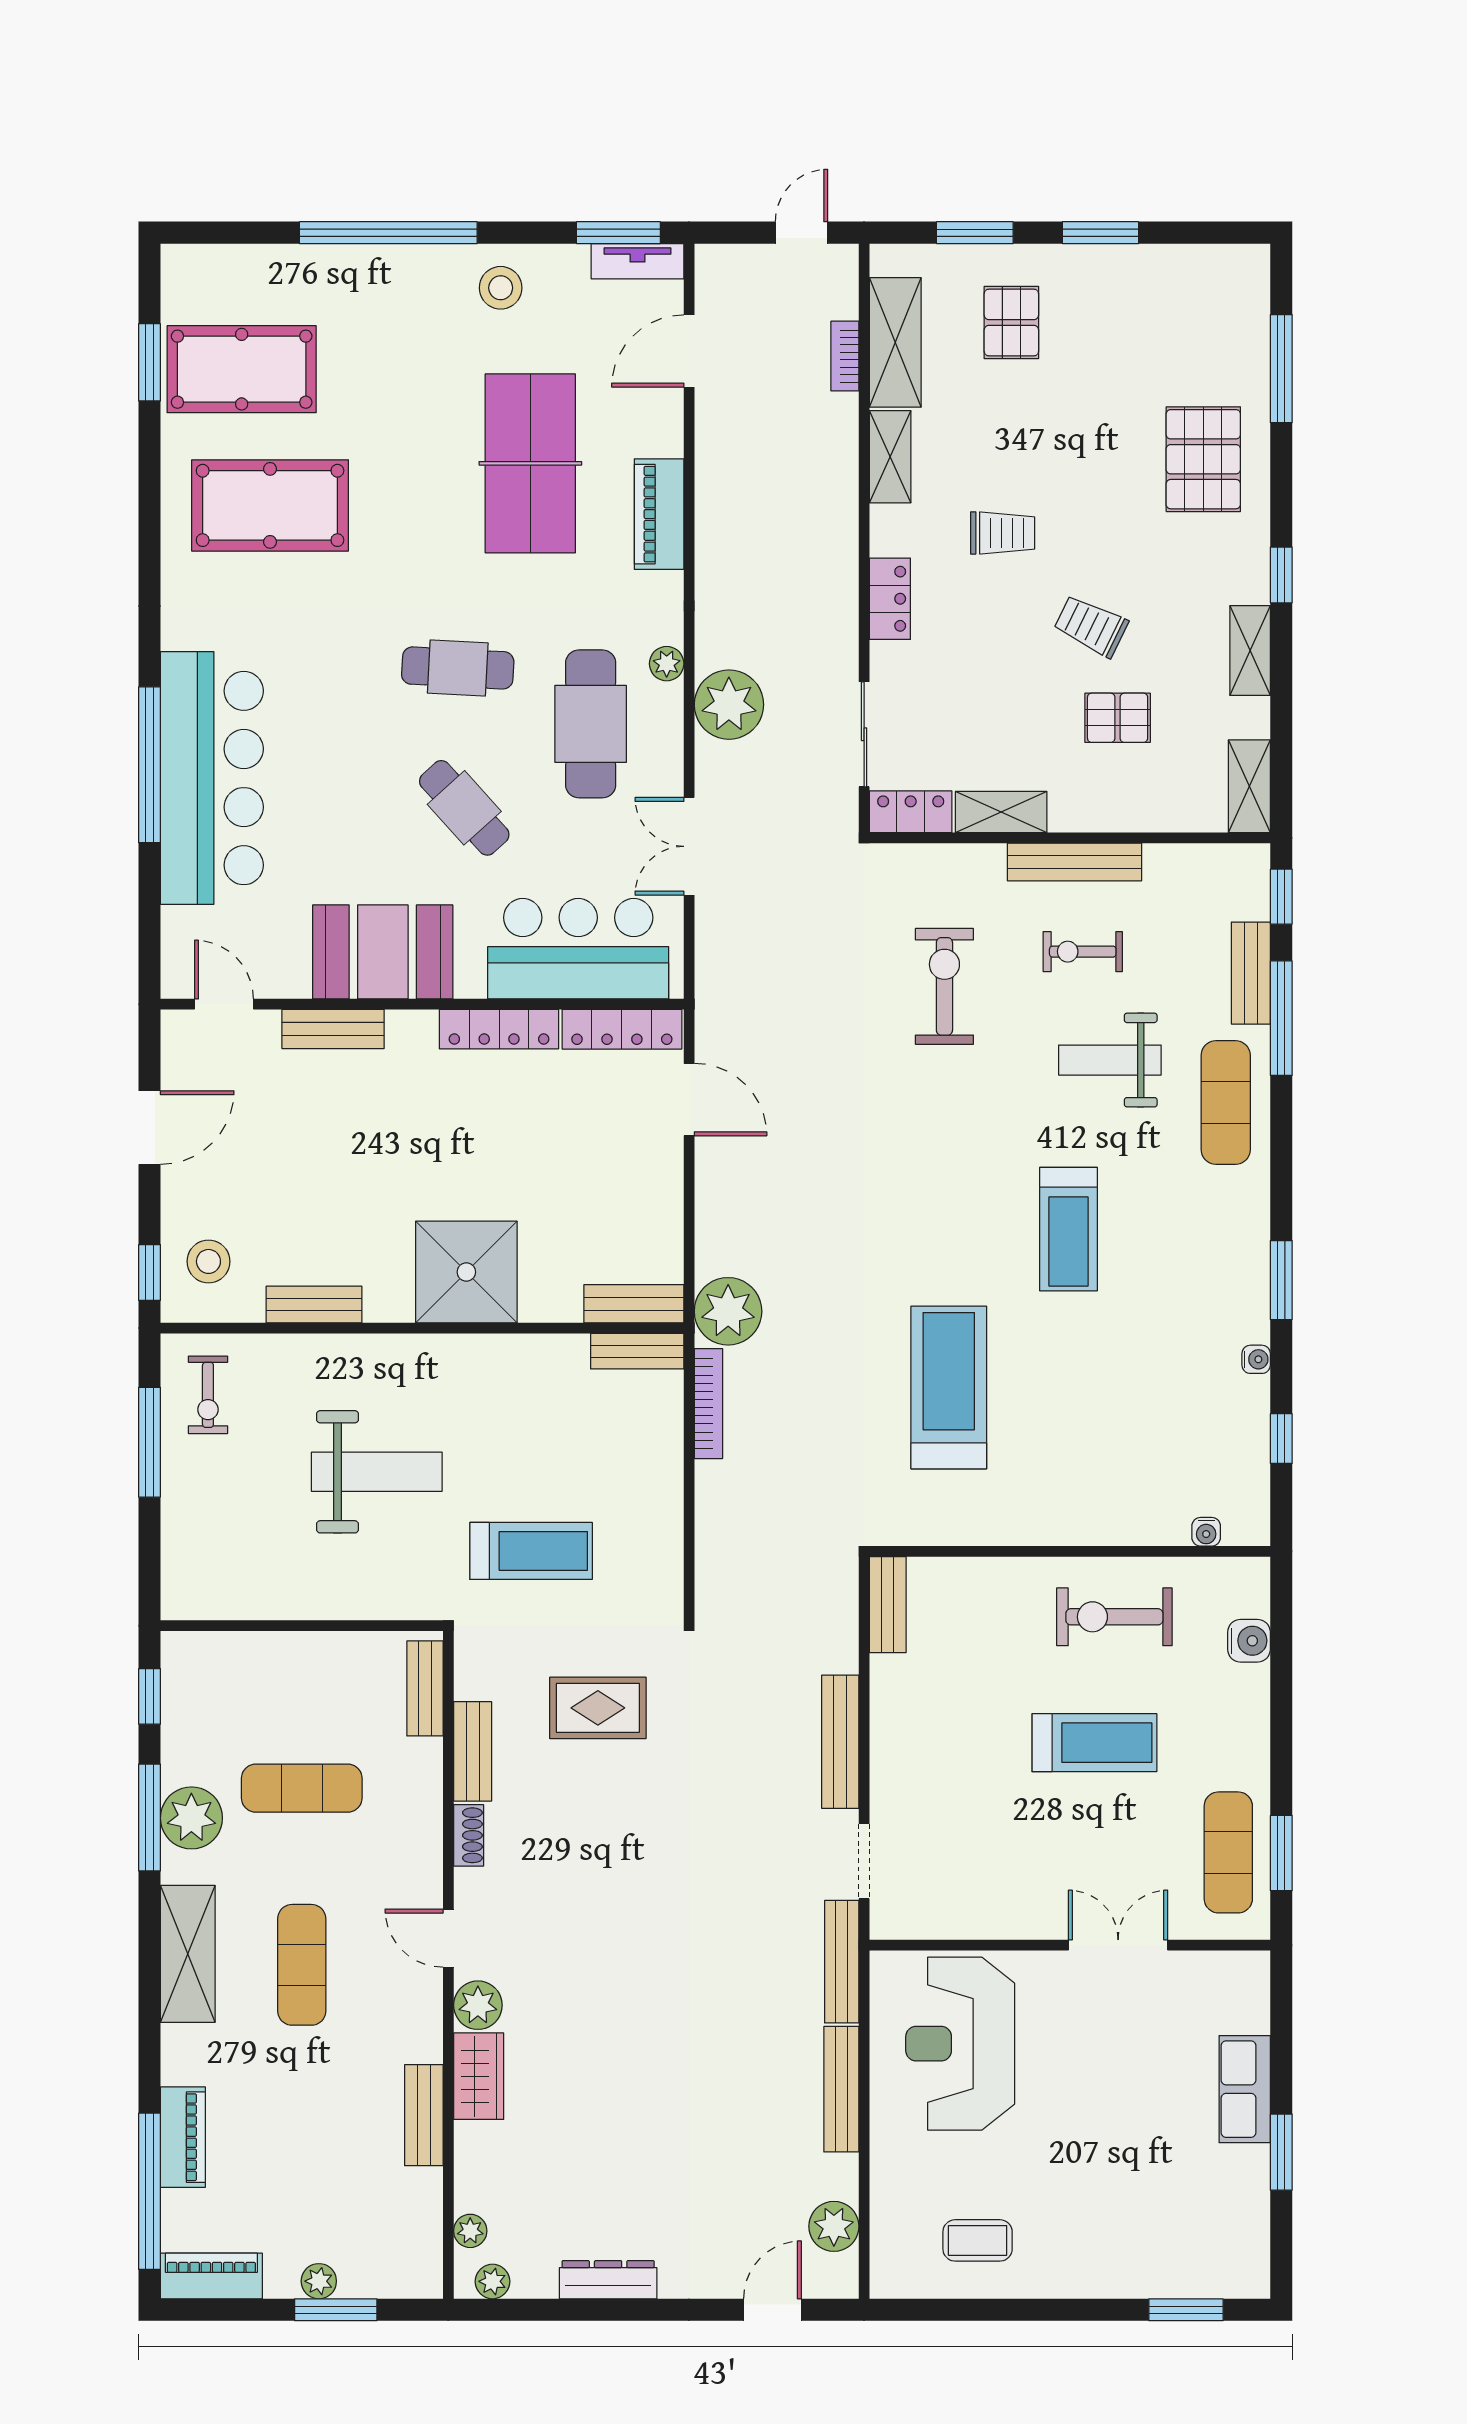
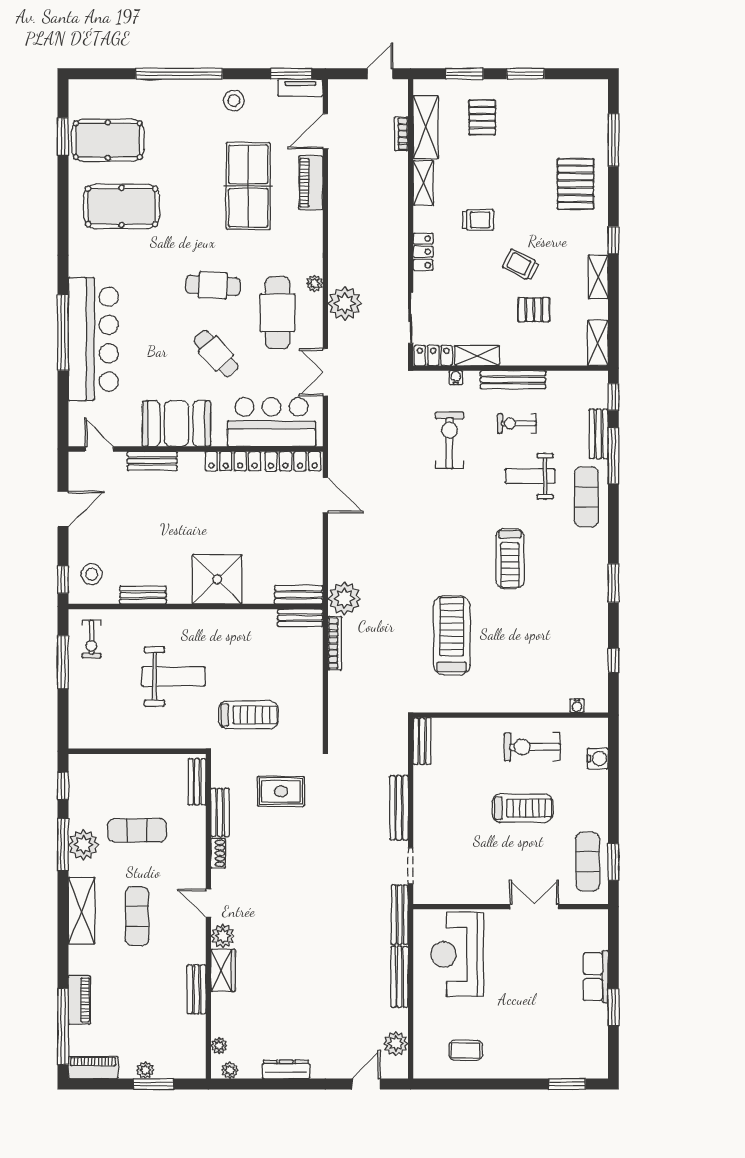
piano: (659, 514) -> (311, 183), moved
water cooler: (1256, 1359) -> (456, 378), moved, turned -90

